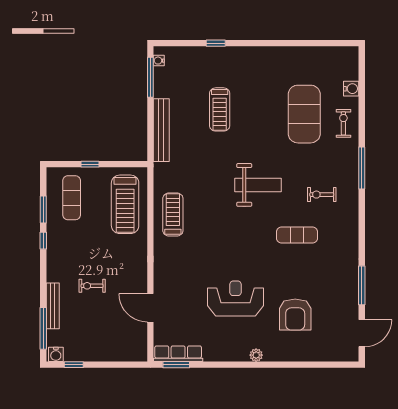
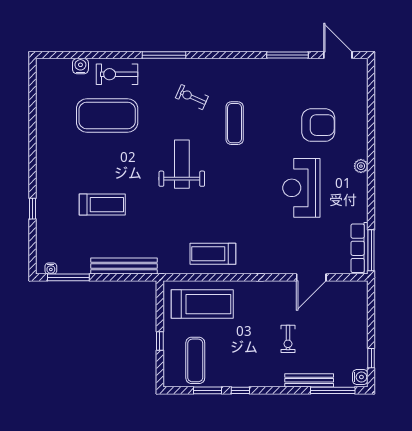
exercise bike: (343, 123) -> (117, 74), width x1.38, depth x1.39
exercise bike: (322, 195) -> (192, 97), turned 114
exercise mat: (72, 198) -> (195, 360), turned 90
window: (176, 365) -> (371, 250), width x1.44

